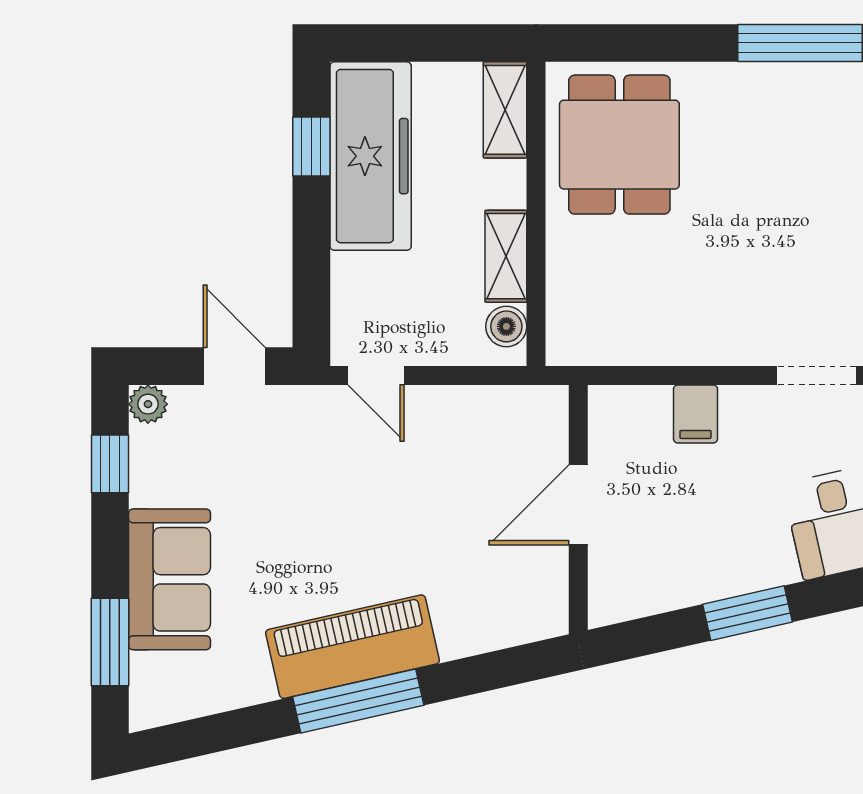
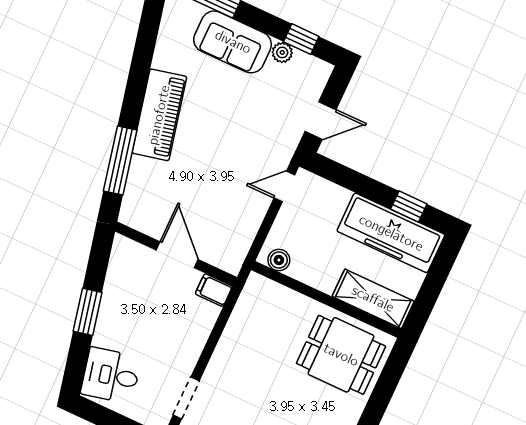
shelving: (505, 110) -> (373, 299), width x1.50, depth x1.33
shelving: (506, 256) -> (313, 276), removed
plant: (148, 404) -> (282, 52), moved
filing cabinet: (695, 414) -> (214, 290), moved
window: (358, 701) -> (120, 160), moved

